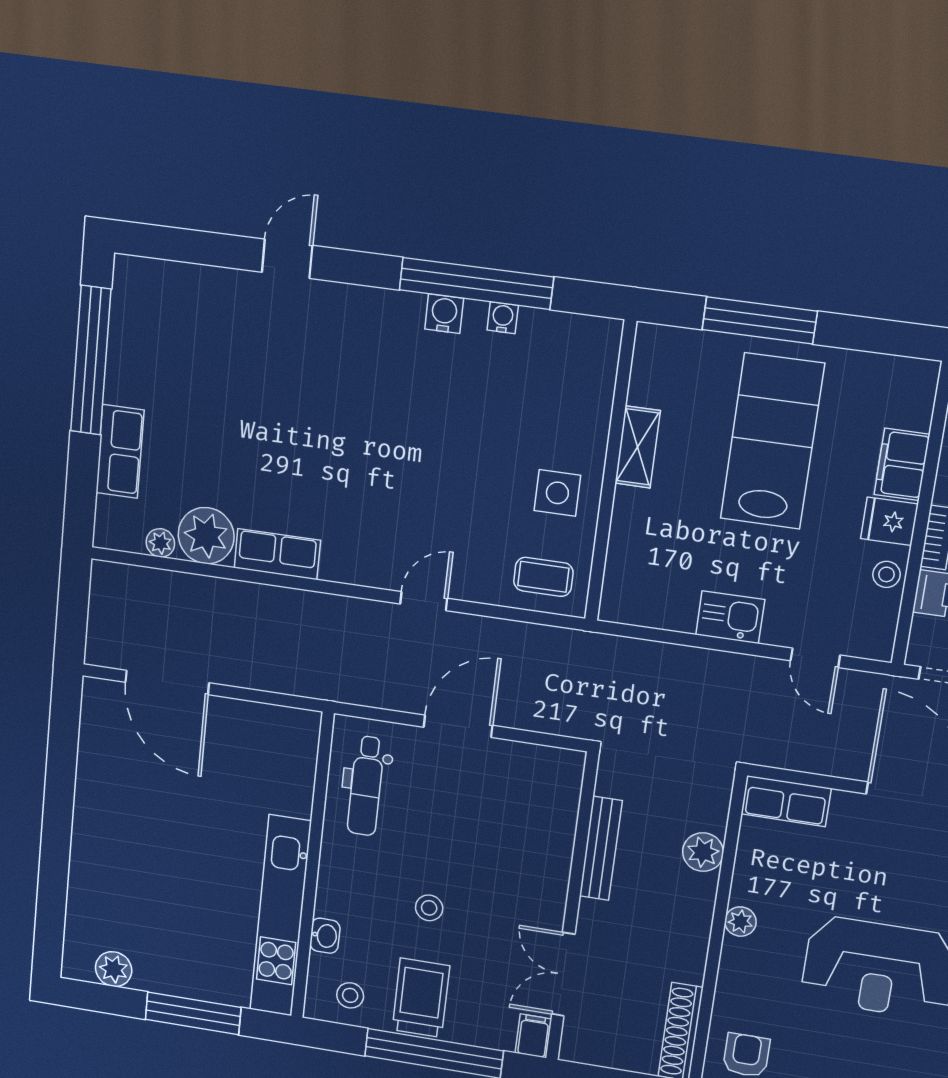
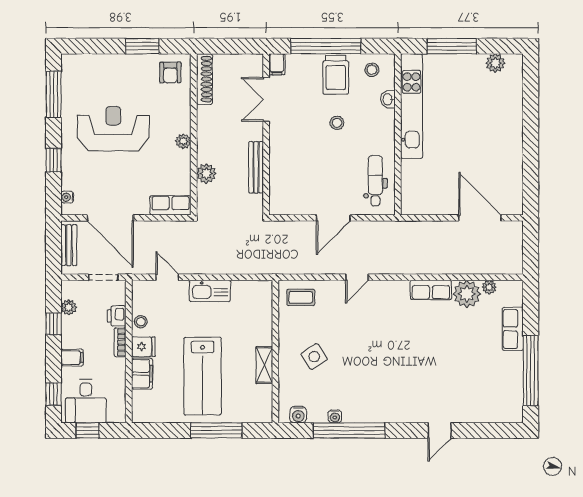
water cooler: (444, 314) -> (298, 415), moved
side table: (557, 493) -> (314, 357), moved, turned -34
kitchen sink: (730, 617) -> (210, 291), width x1.38
double door: (563, 974) -> (266, 99), swing flipped

